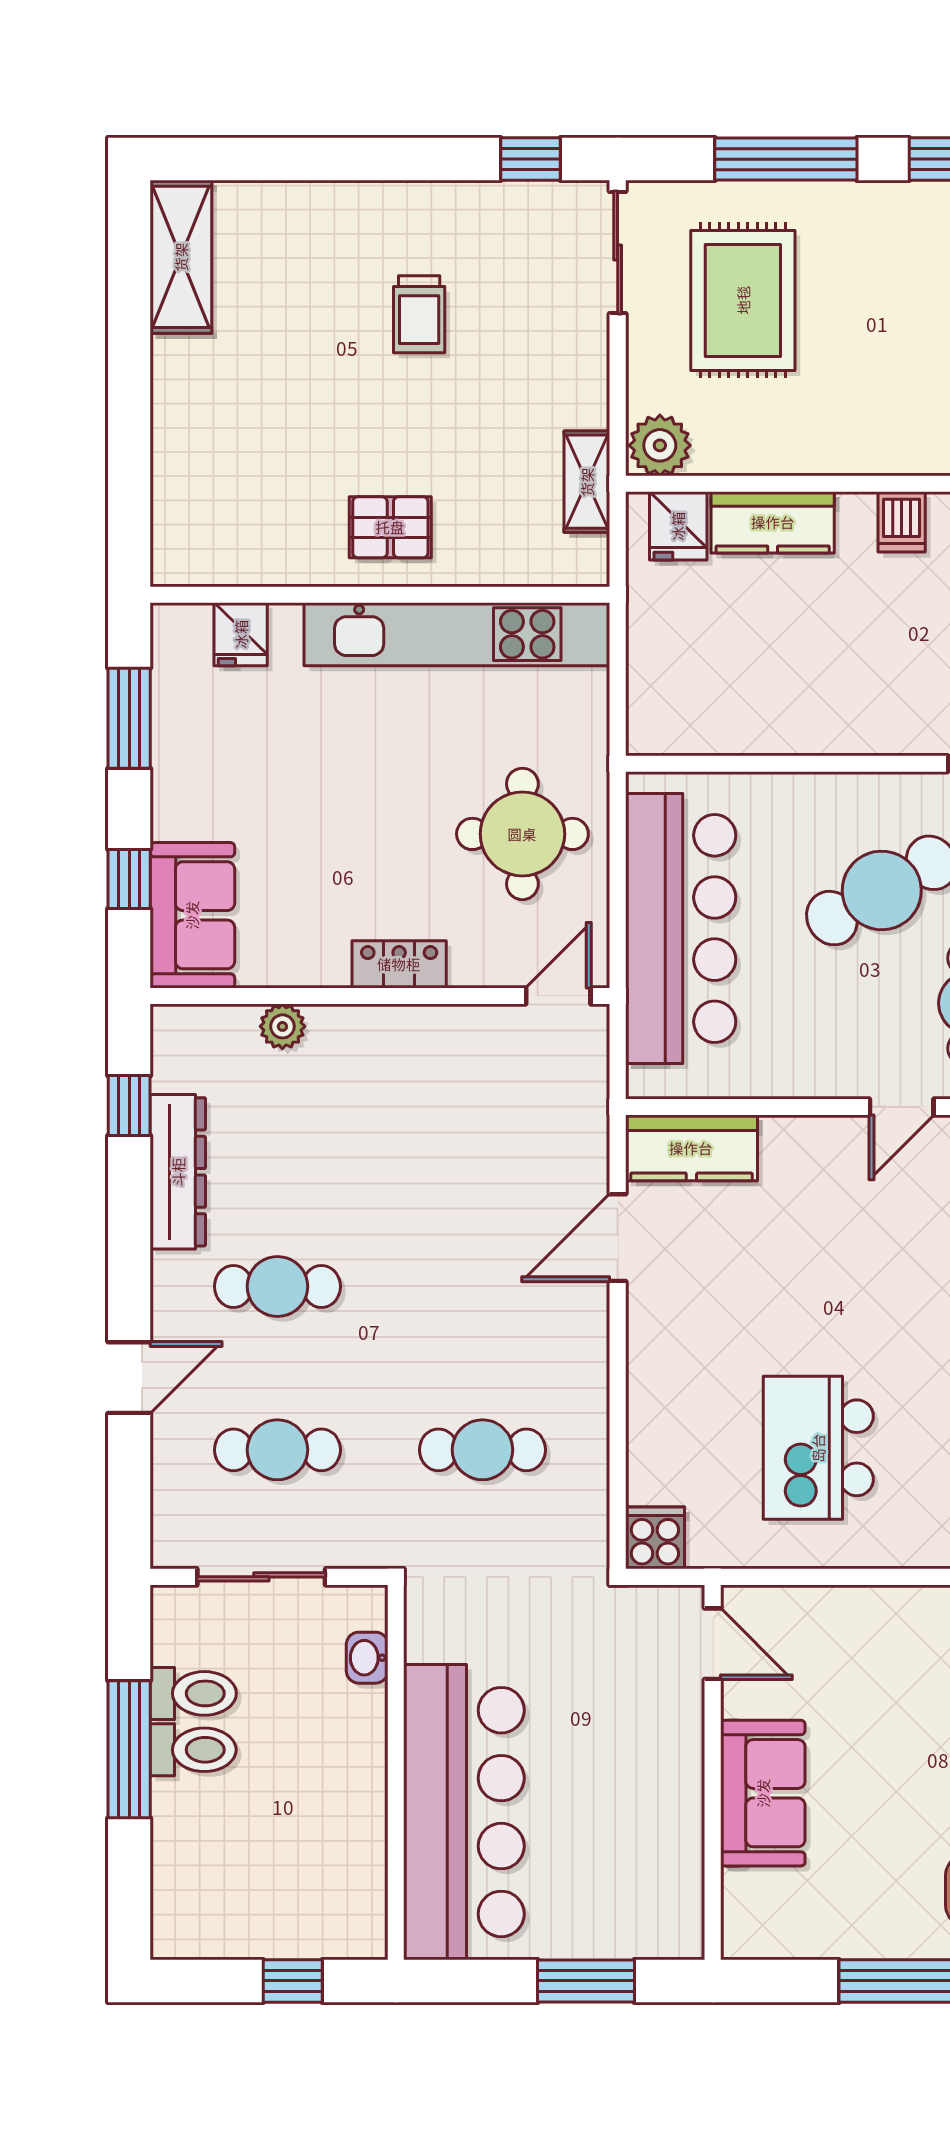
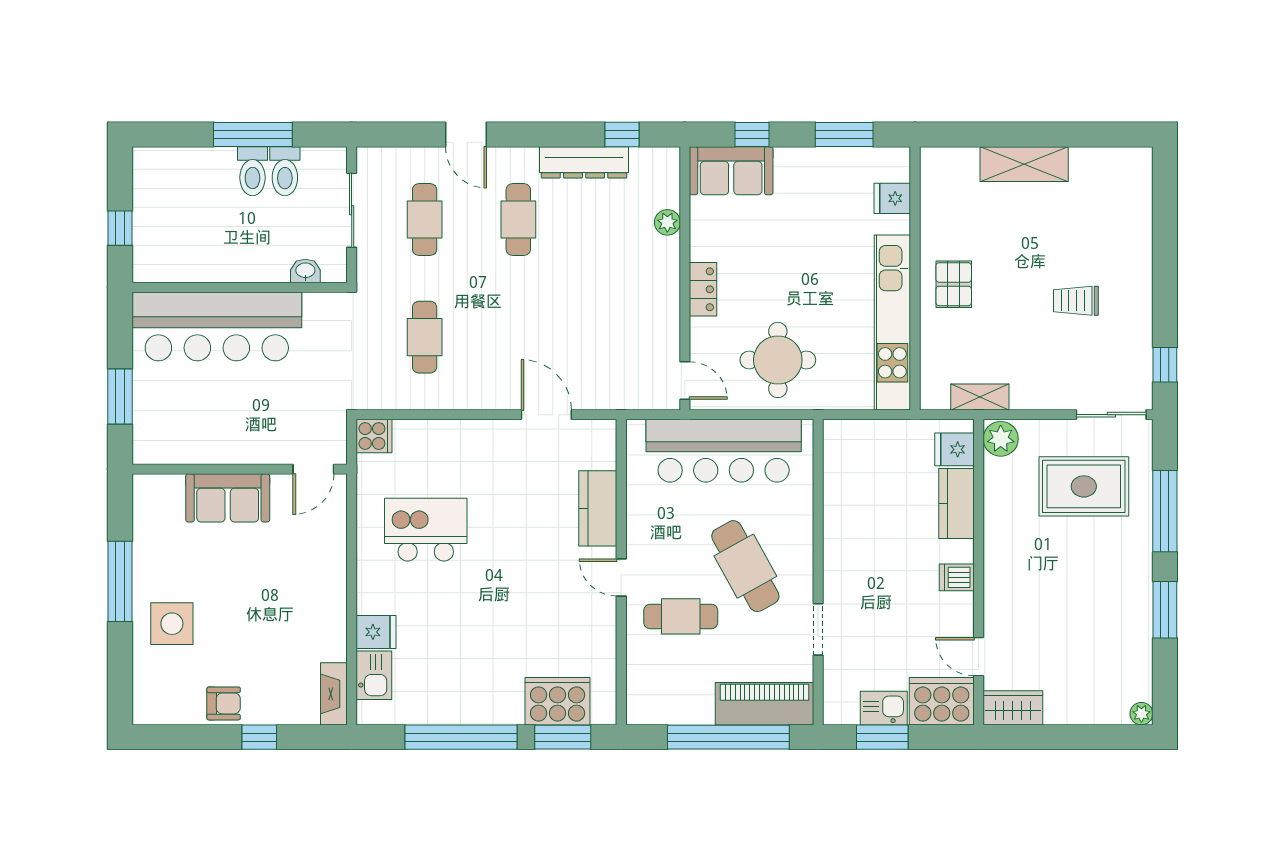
shelving: (181, 257) -> (1024, 164), moved
kitchen counter: (691, 1148) -> (598, 508), moved

